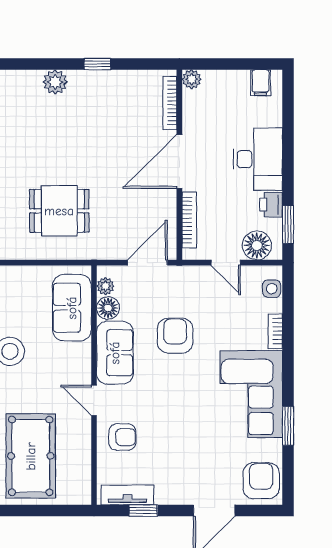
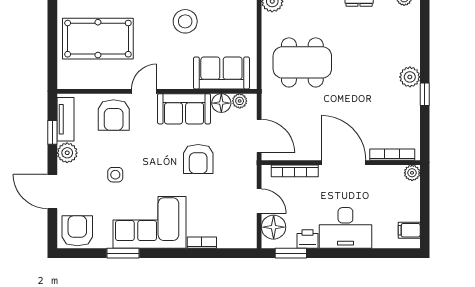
plant: (55, 82) -> (410, 77), moved
dining table: (59, 211) -> (302, 62), width x1.38
door: (226, 263) -> (259, 201), swing flipped
side table: (272, 289) -> (115, 175), moved
armchair: (175, 336) -> (198, 159), turned 90
armchair: (122, 437) -> (114, 115), width x1.38, depth x1.38
armchair: (261, 481) -> (77, 231), turned -90
plant: (168, 493) -> (67, 153), added

